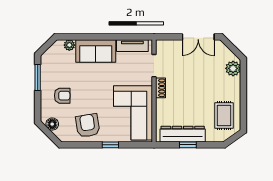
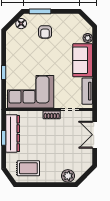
double door: (198, 37) -> (95, 135), moved
window: (38, 77) -> (40, 11), moved
armchair: (88, 126) -> (20, 53), removed

